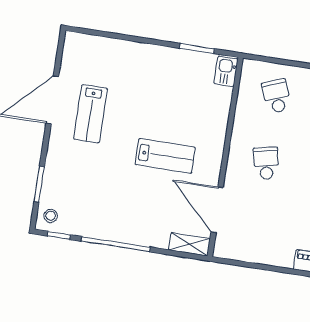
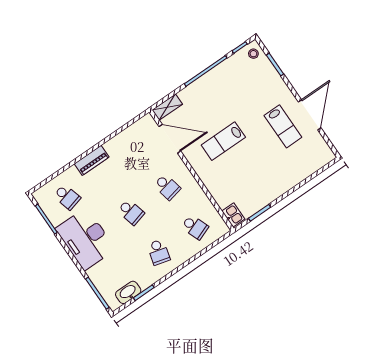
lab bench: (90, 114) -> (283, 126), turned 180

